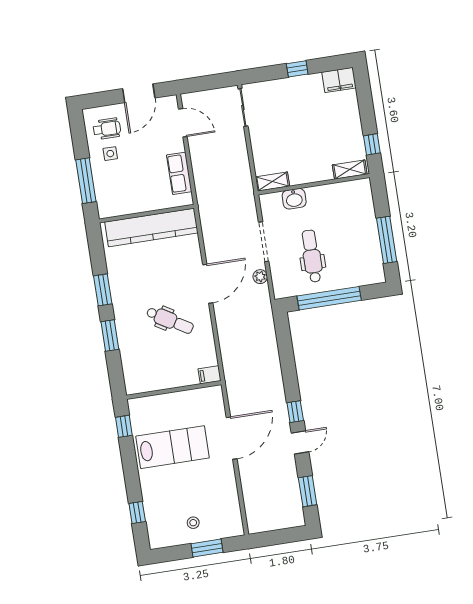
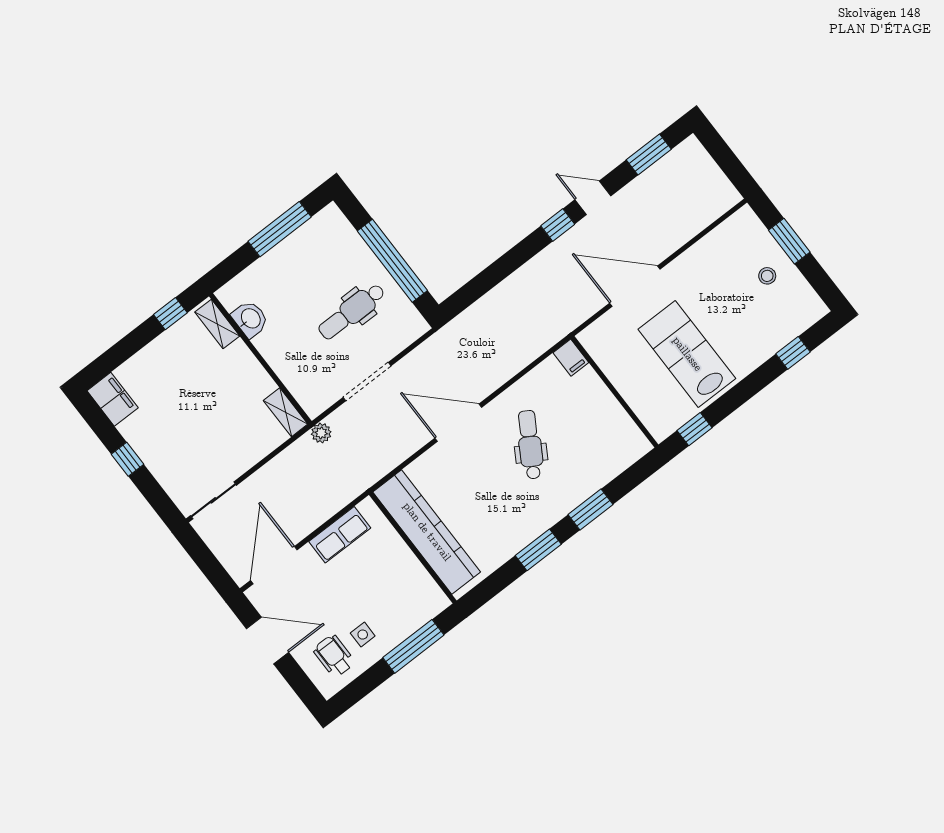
door: (183, 123) -> (274, 565), width x1.36
washbasin: (294, 199) -> (250, 319), moved
plant: (260, 277) -> (321, 433), moved

